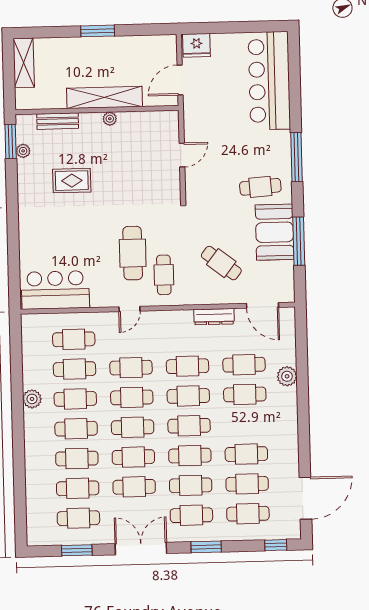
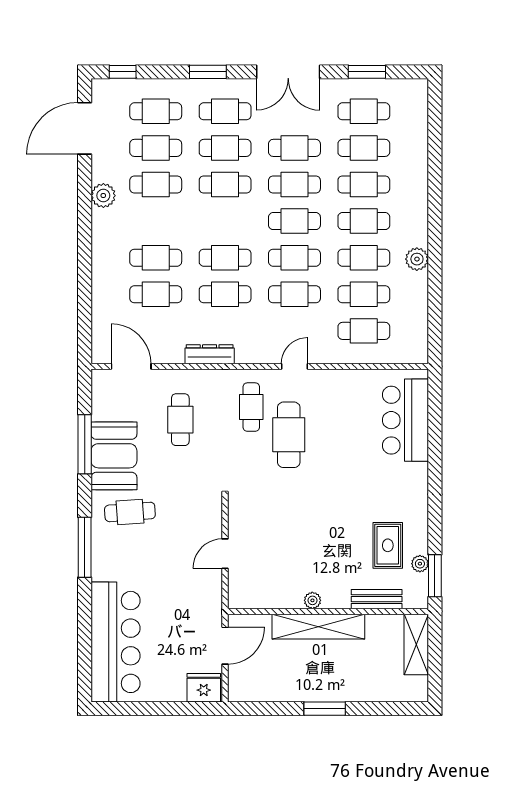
shelving: (24, 63) -> (416, 644), moved
rug: (72, 181) -> (388, 545), moved, turned 90
cafe table: (221, 263) -> (180, 420), turned 52
bar counter: (55, 290) -> (405, 420), moved, turned 90
dresser: (214, 317) -> (210, 354), moved
plant: (287, 376) -> (103, 196), moved
cafe table: (189, 426) -> (225, 221), removed

